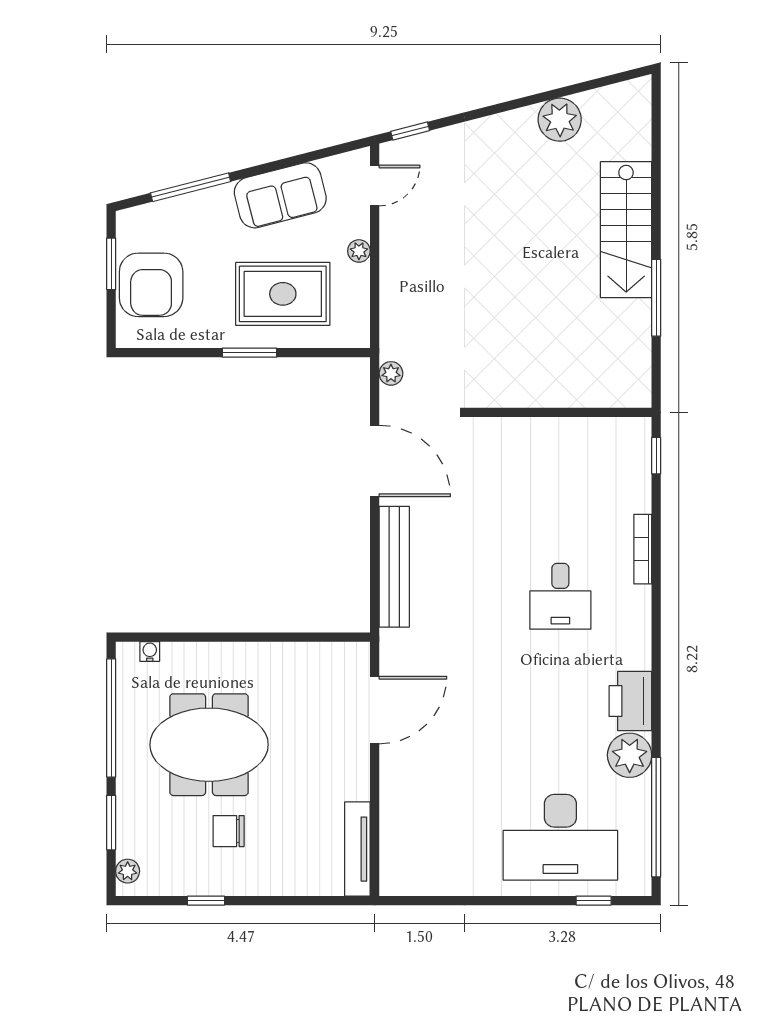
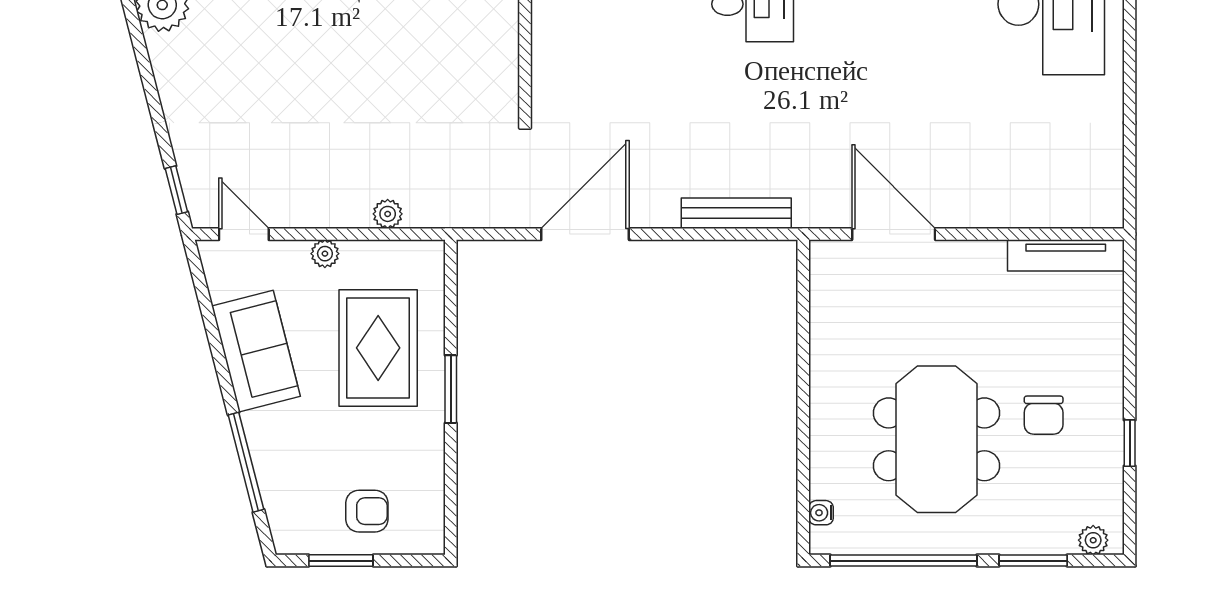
armchair: (151, 285) -> (367, 511), width x0.53, depth x0.53
plant: (391, 373) -> (388, 214), moved
bench: (394, 567) -> (736, 213), width x0.73, depth x0.82

